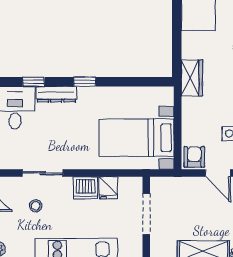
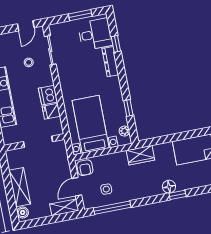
window: (85, 82) -> (128, 108), moved
plant: (155, 93) -> (124, 131), added
armchair: (194, 157) -> (85, 168), turned 90
sliding door: (43, 173) -> (50, 50), moved

